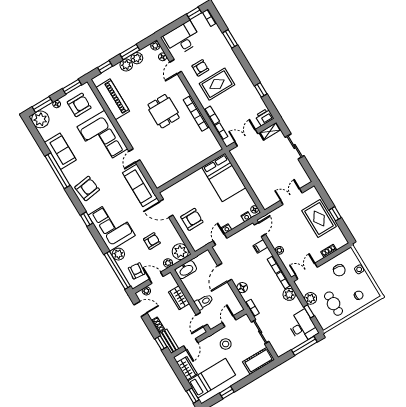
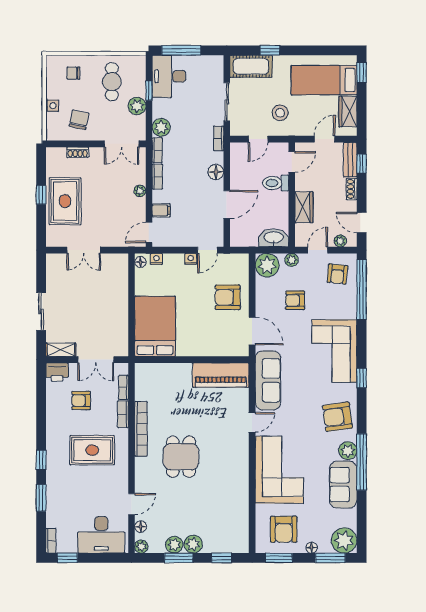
armchair: (200, 68) -> (81, 400), moved
window: (261, 90) -> (41, 460), moved
piano: (113, 99) -> (221, 375), moved, turned -90
armchair: (79, 105) -> (284, 529), turned -90
plant: (118, 254) -> (348, 451), moved
door: (156, 278) -> (318, 250), swing flipped
window: (227, 392) -> (270, 50), moved

